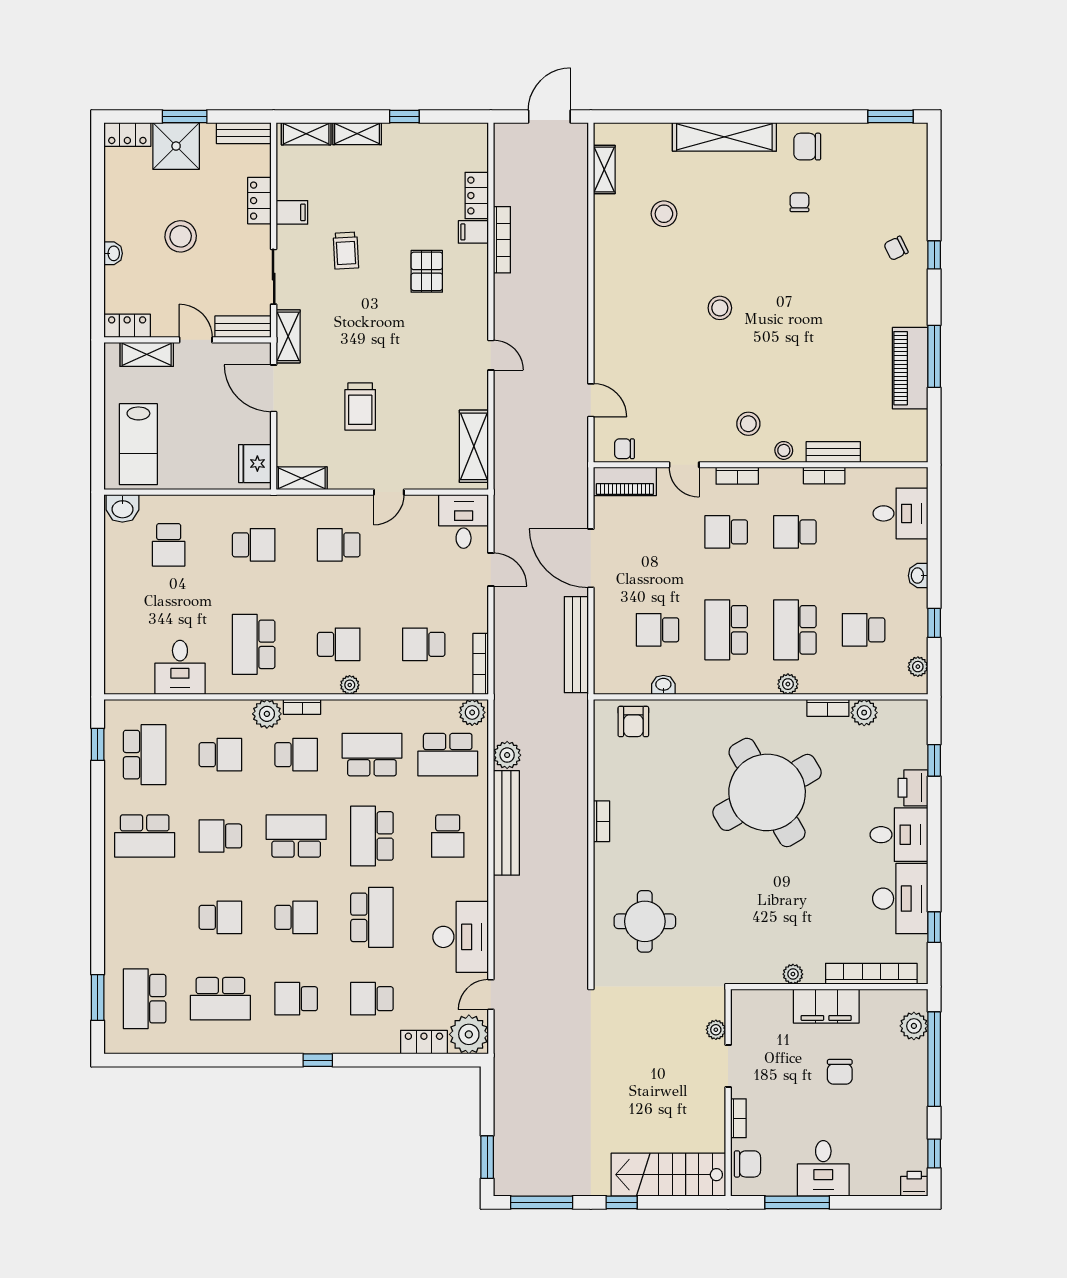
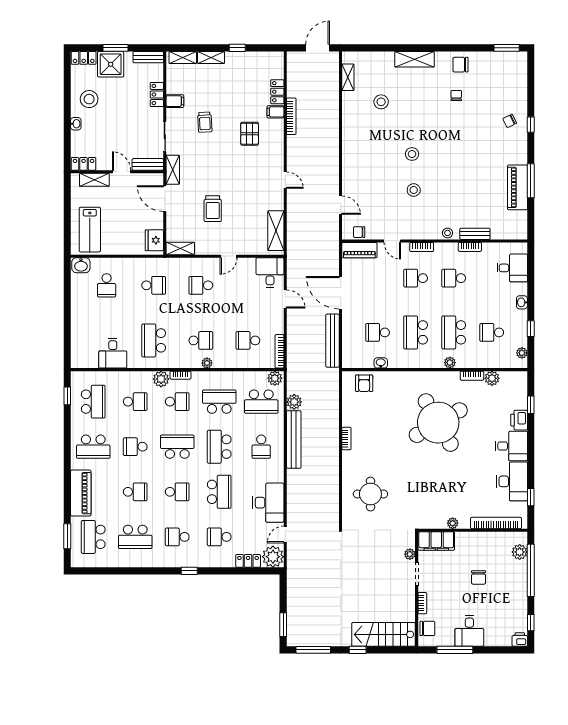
shelving: (724, 137) -> (415, 59), width x0.68
stool: (181, 236) -> (89, 99), moved
stool: (748, 424) -> (414, 190), moved
piano: (122, 920) -> (81, 493), added
filing cabinet: (826, 1006) -> (436, 541), moved

